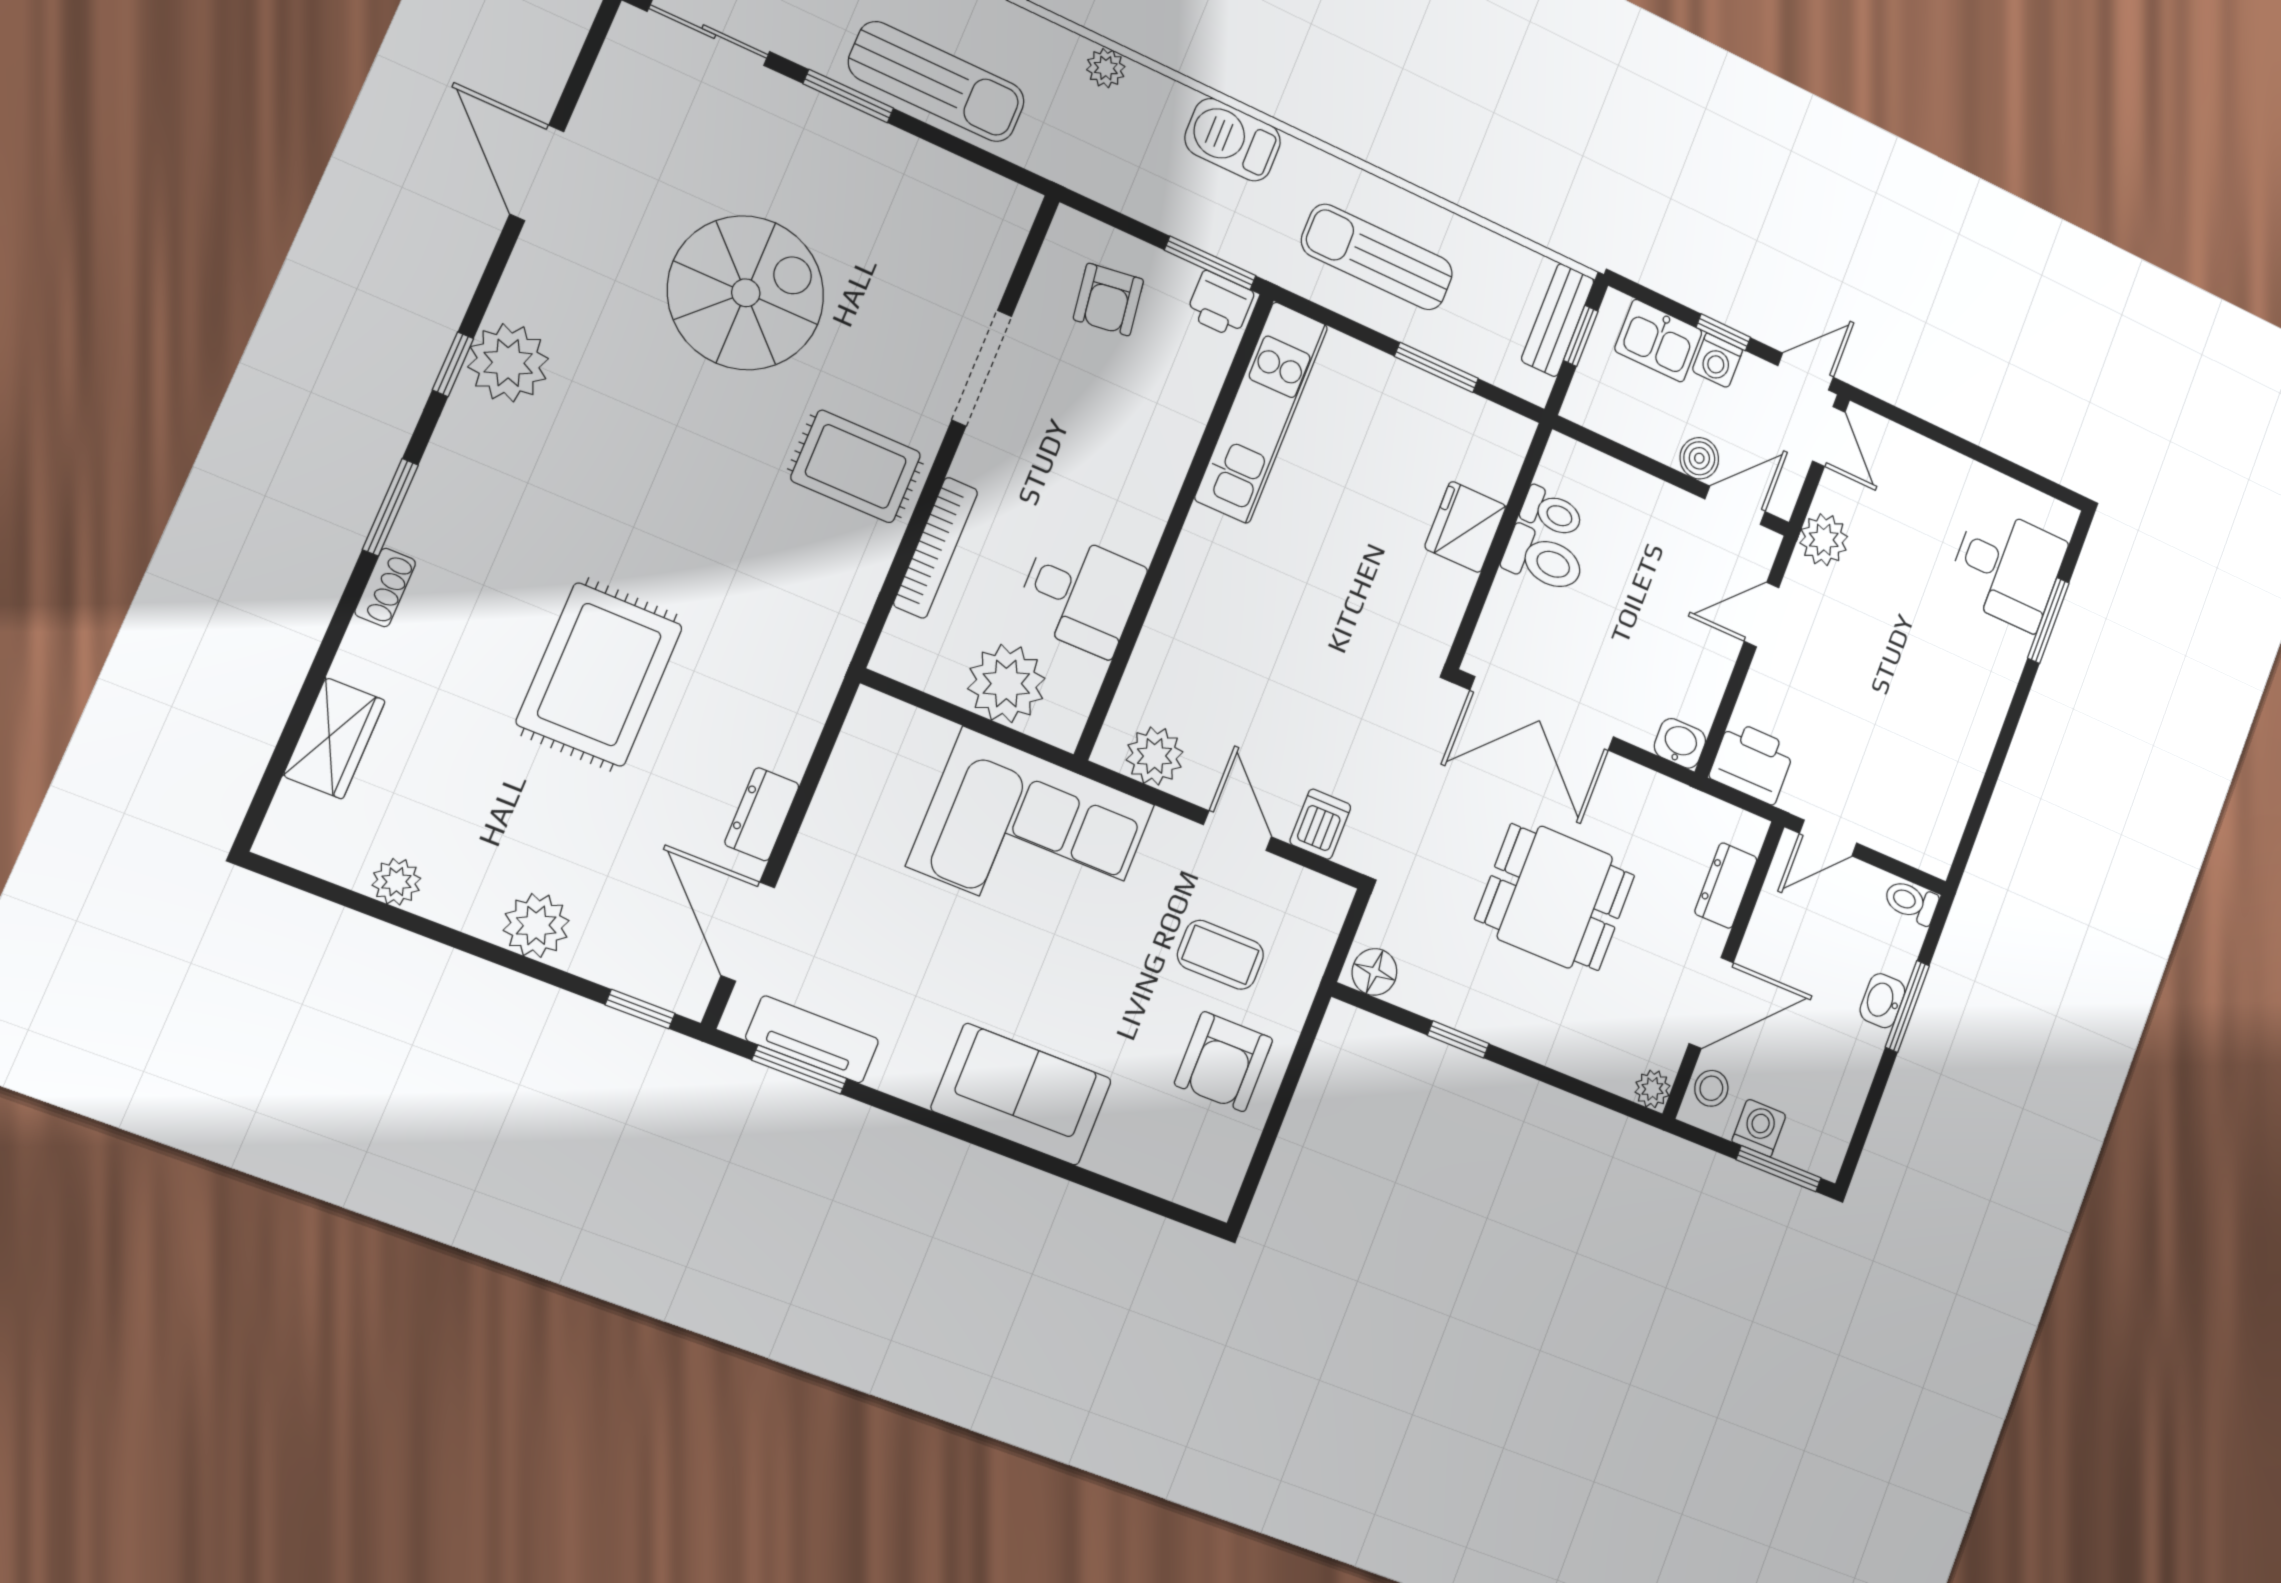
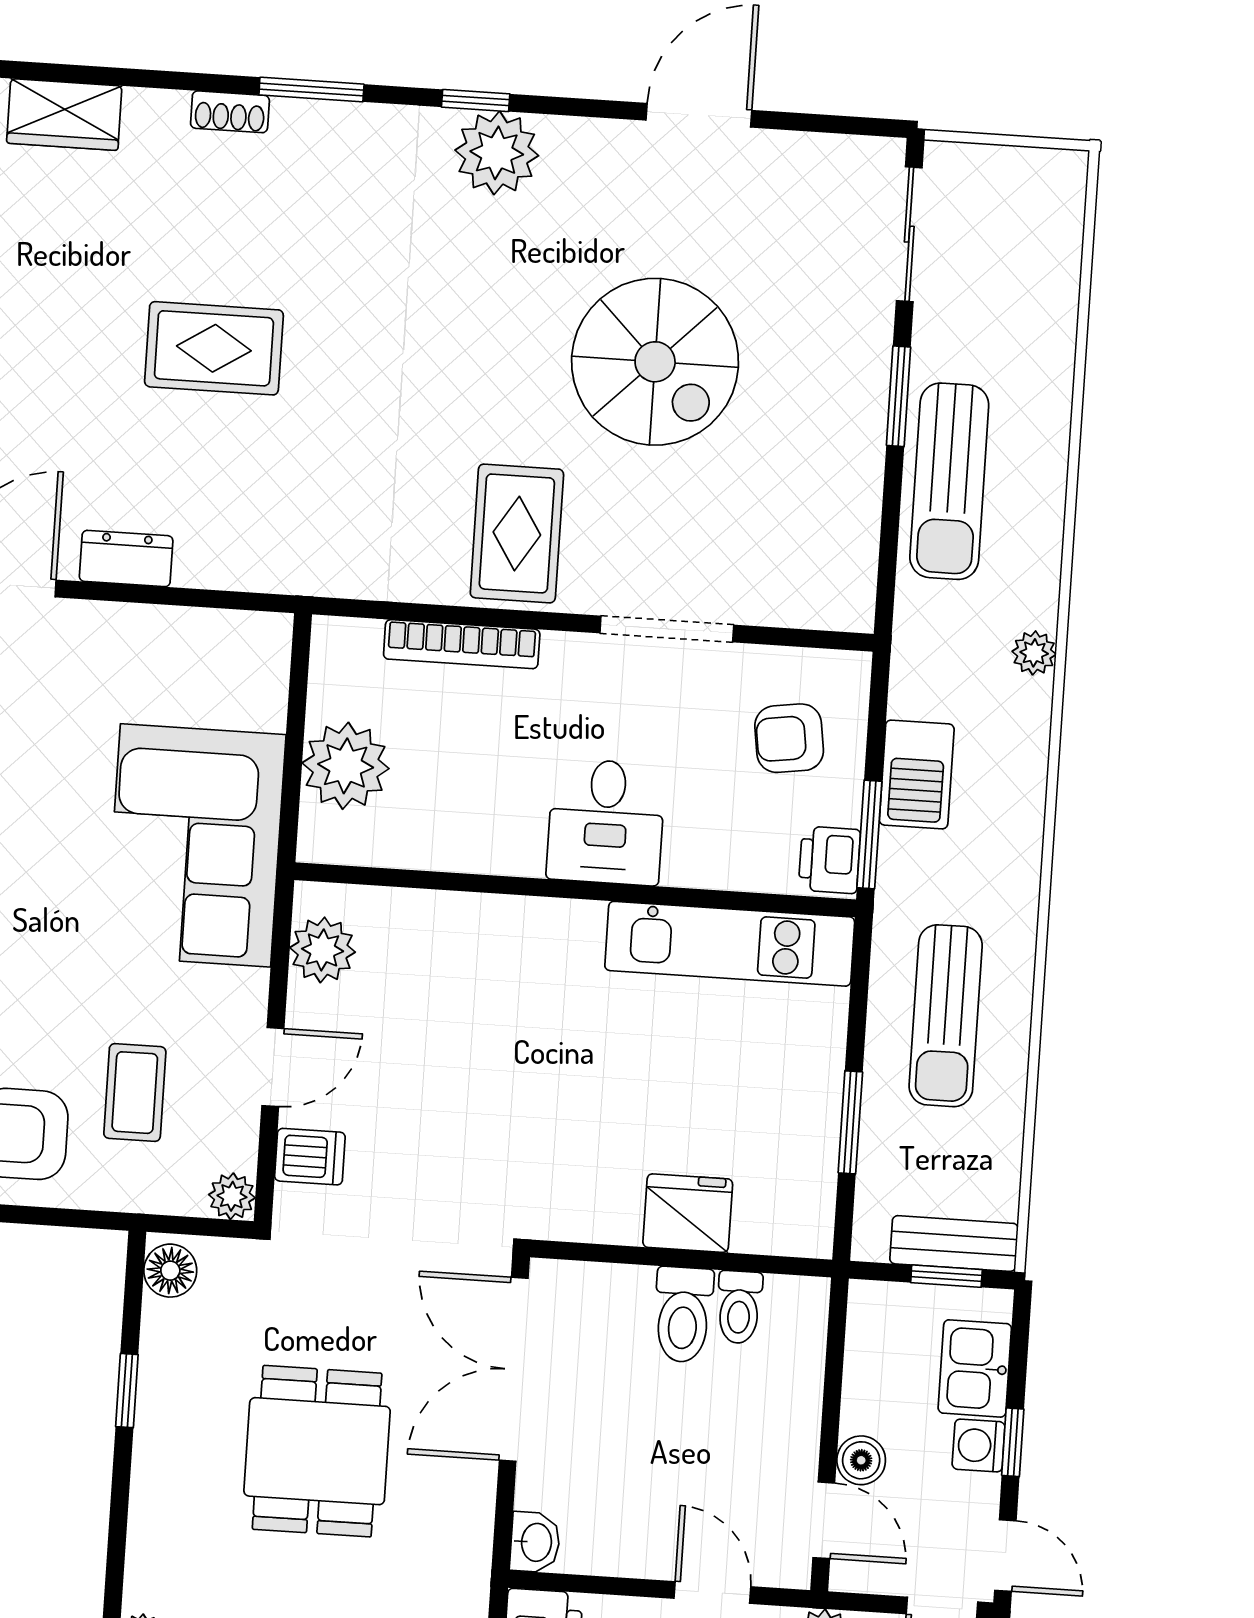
barbecue: (1233, 140) -> (917, 774), moved, turned 180
sun lounger: (1377, 257) -> (946, 1016), turned 180
desk: (1080, 594) -> (606, 822), moved
rug: (599, 675) -> (214, 348), width x0.73, depth x0.70
plant: (1331, 900) -> (232, 1196), added

